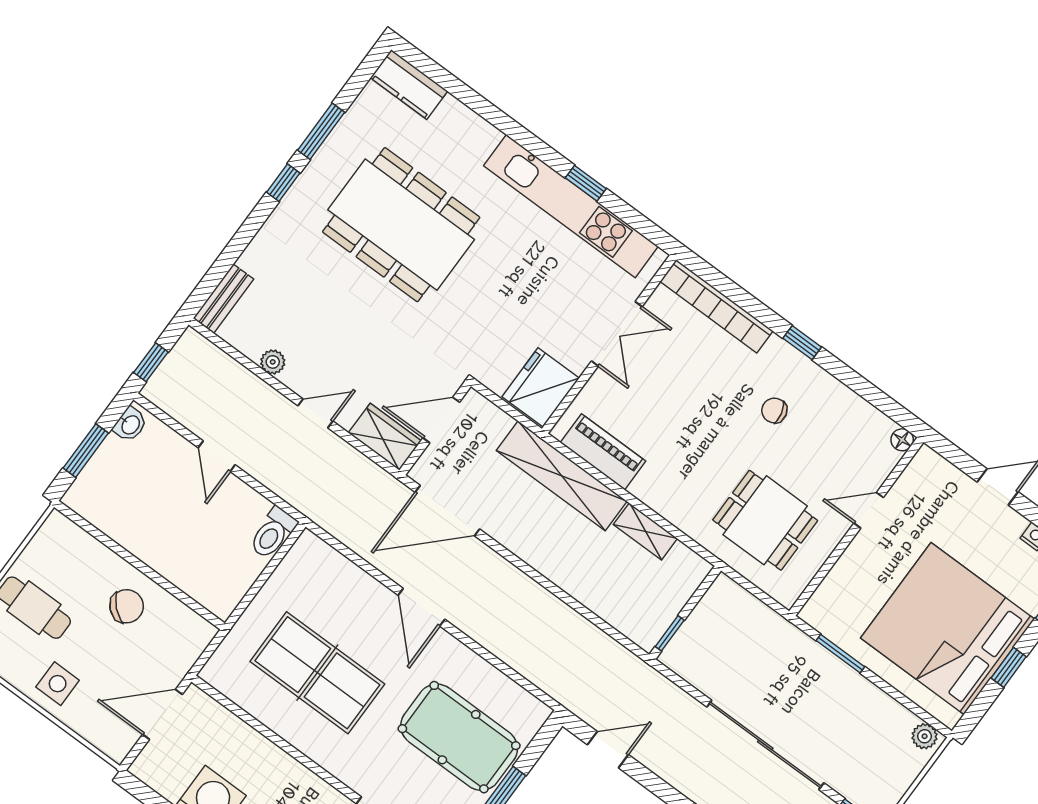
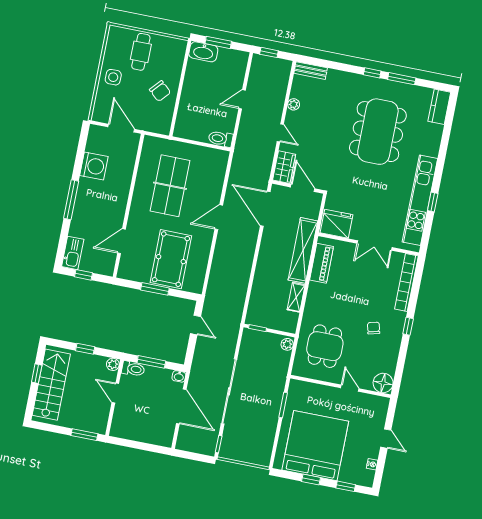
washbasin: (130, 424) -> (203, 52), moved, width x1.91, depth x1.45
floor lamp: (902, 440) -> (383, 383), width x1.89, depth x1.89
plant: (925, 736) -> (287, 344), moved

